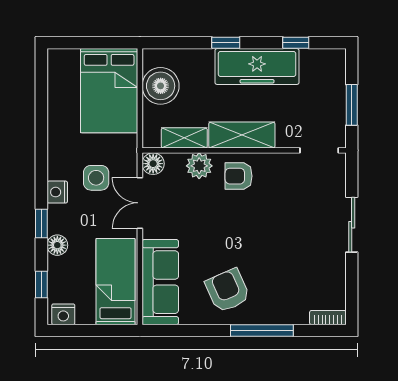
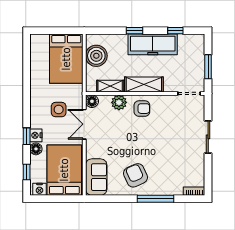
armchair: (239, 176) -> (142, 109), turned 180
nightstand: (57, 192) -> (36, 135), moved
bed: (116, 282) -> (64, 170), width x1.50
sofa: (160, 282) -> (96, 177), width x0.73

